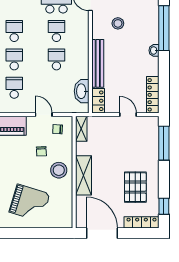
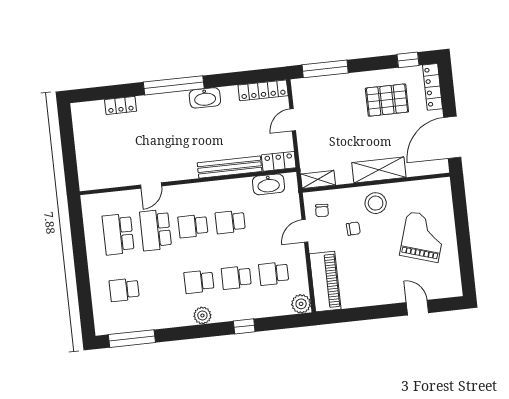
stool: (118, 23) -> (174, 146), removed
washbasin: (154, 50) -> (205, 98), width x1.91, depth x1.45

